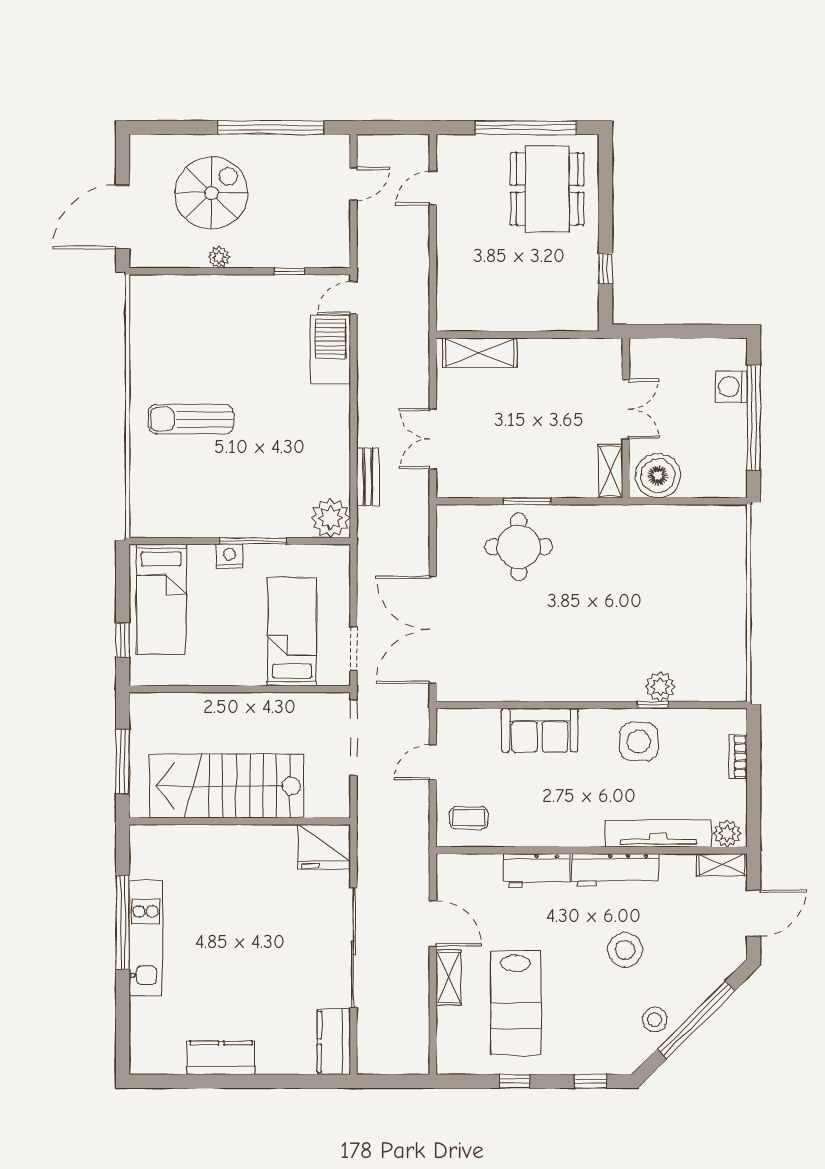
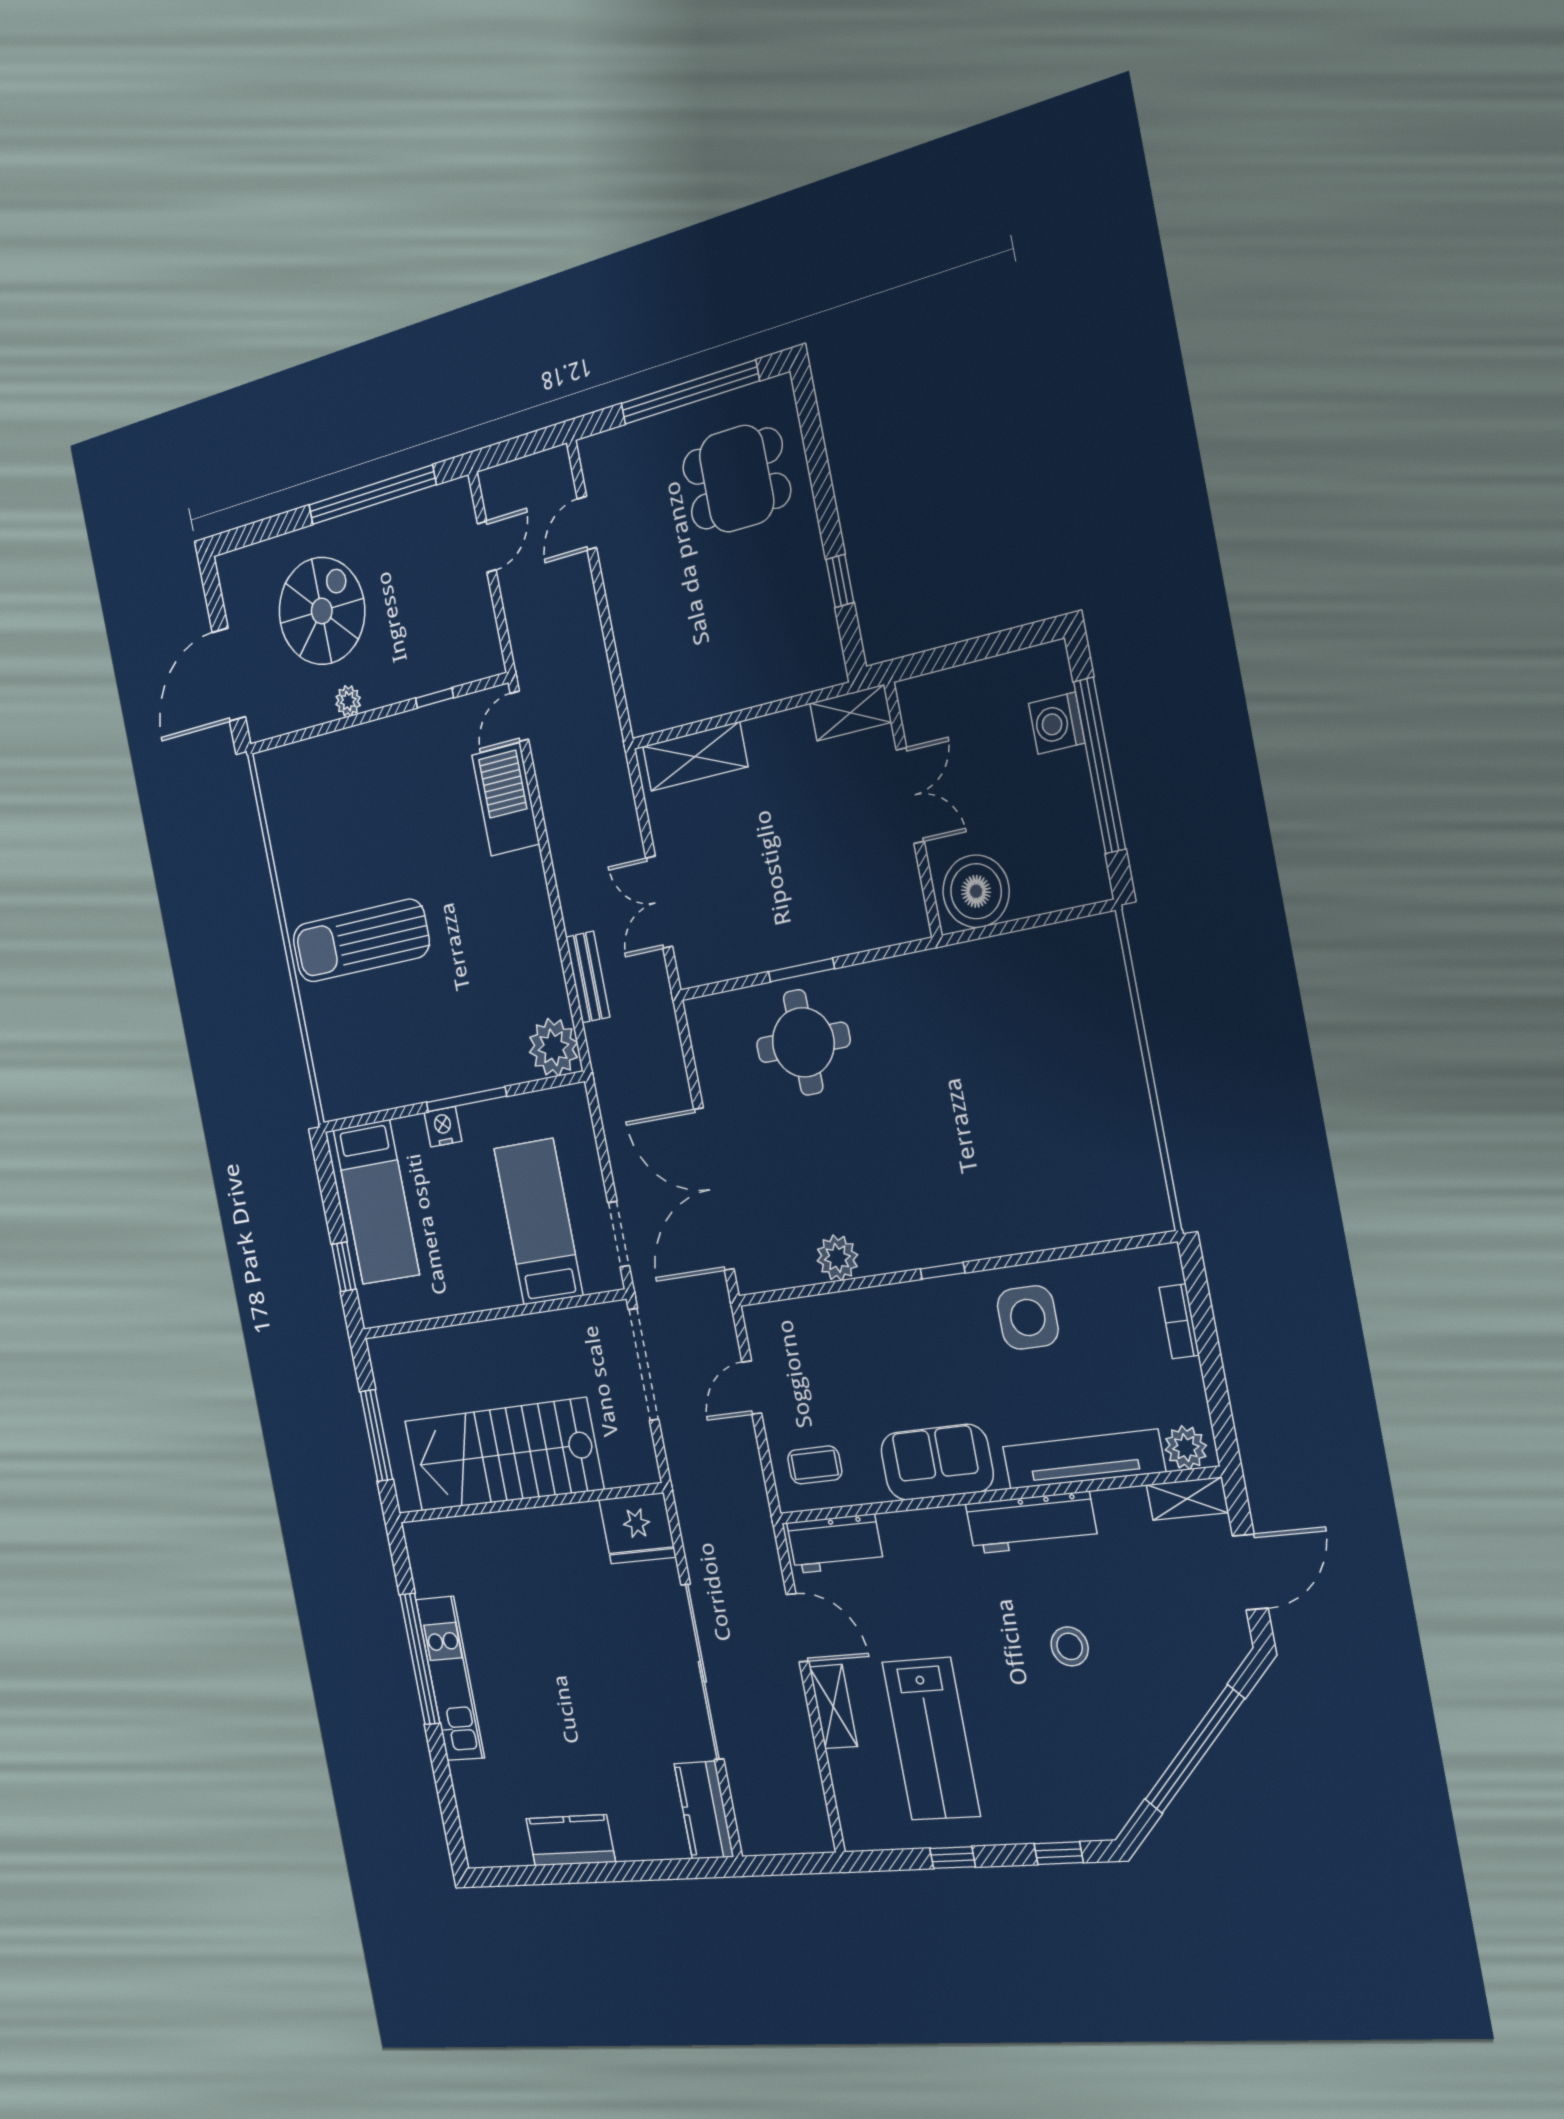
dining table: (547, 189) -> (737, 479), width x0.73
sun lounger: (191, 419) -> (361, 941), width x1.36, depth x1.34
shelving: (611, 471) -> (851, 713), moved, turned 90
plant: (660, 687) -> (837, 1258), moved
window: (653, 705) -> (943, 1271), moved
sofa: (540, 730) -> (937, 1462), moved, turned 180
workbench: (537, 871) -> (835, 1544), moved
stool: (625, 950) -> (1070, 1646), width x0.73, depth x0.73
stool: (655, 1020) -> (1133, 1753), removed

